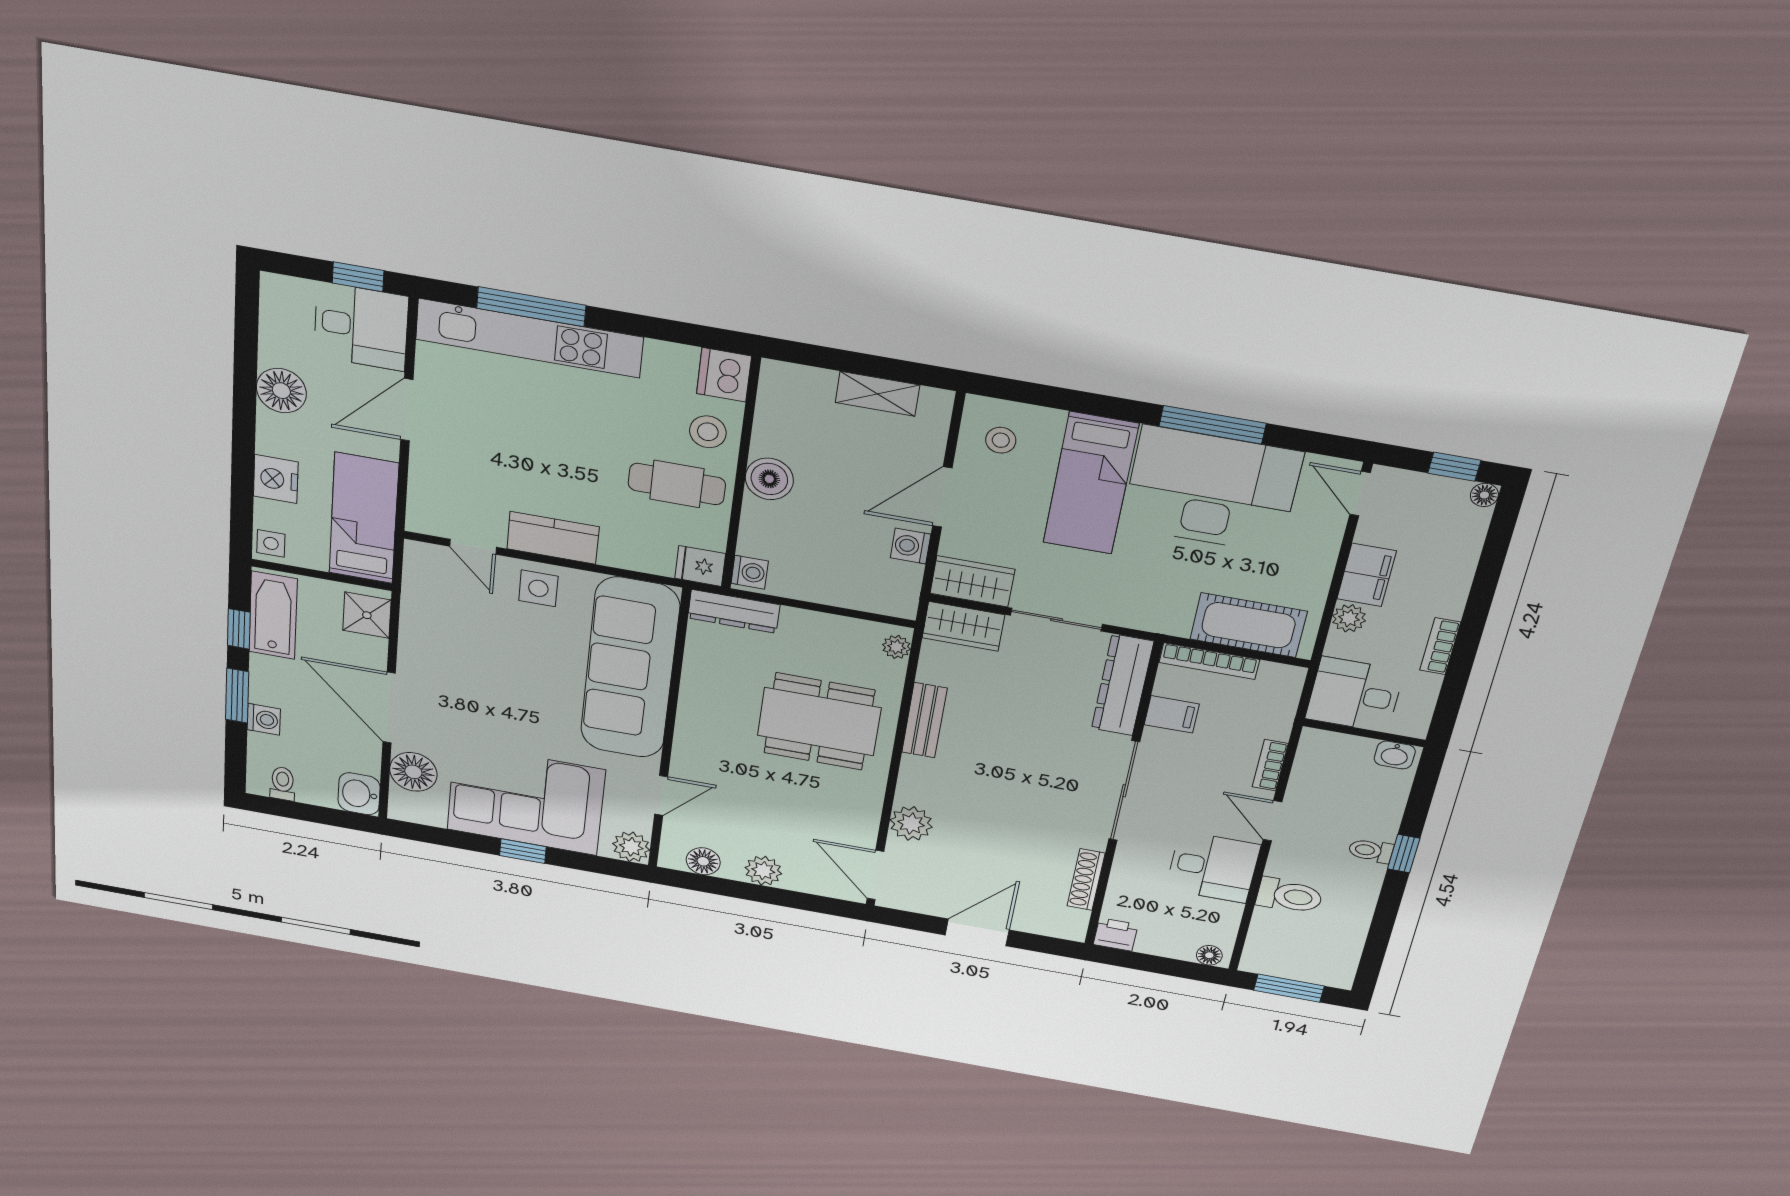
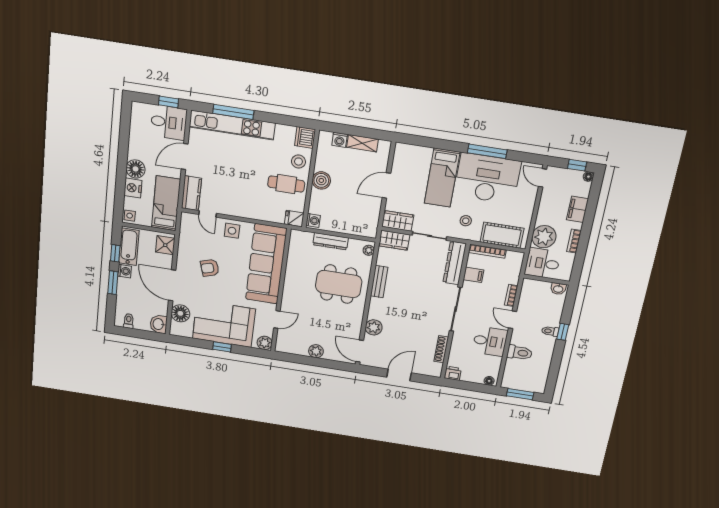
floor lamp: (281, 391) -> (136, 169), moved
stool: (1001, 440) -> (466, 221), moved
kitchen counter: (553, 538) -> (191, 193), moved, turned 90
washing machine: (911, 546) -> (340, 140), moved, turned -90
filing cabinet: (1367, 575) -> (578, 209), moved, turned 180
dresser: (734, 611) -> (331, 241), moved
plant: (1349, 618) -> (544, 237), width x1.88, depth x1.88
armchair: (484, 672) -> (210, 268), added
washing machine: (264, 719) -> (124, 271), moved
floor lamp: (703, 861) -> (293, 348), removed

